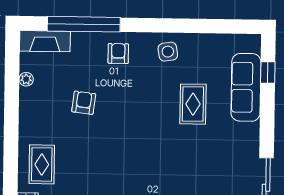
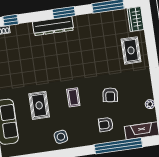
armchair: (118, 54) -> (106, 125), moved, turned 90
coffee table: (140, 108) -> (73, 97), added

